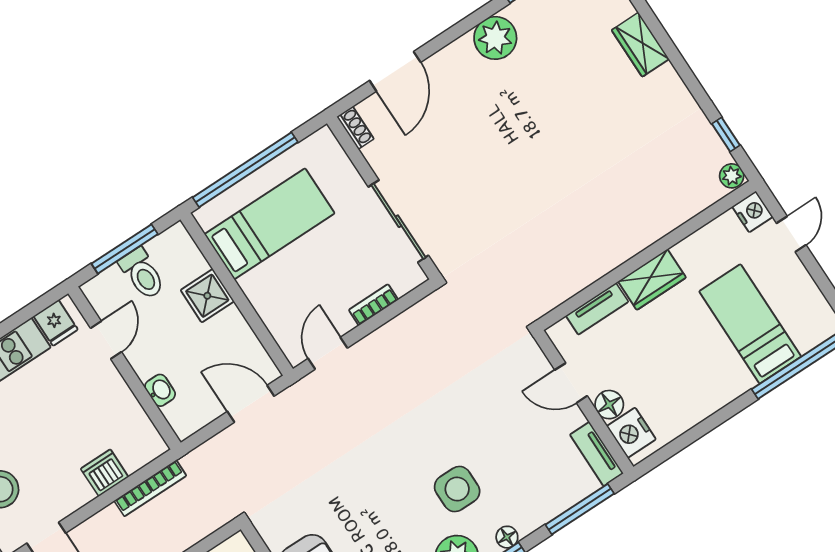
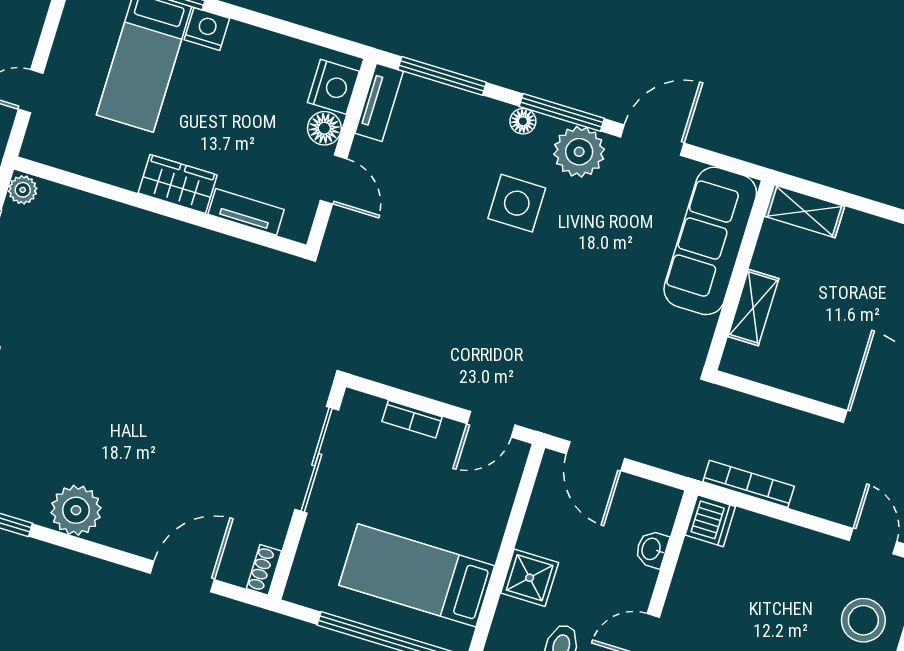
nightstand: (752, 212) -> (207, 29), moved, turned 90
dishwasher: (105, 473) -> (710, 521), moved, turned -90

